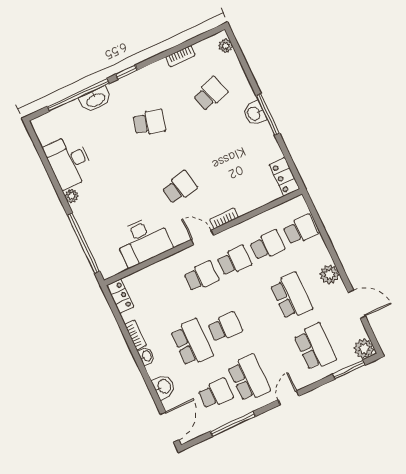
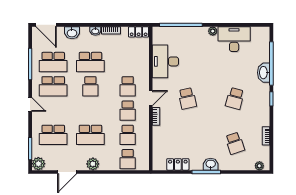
locker: (284, 177) -> (178, 164), moved
school desk: (216, 394) -> (53, 62), width x1.85

